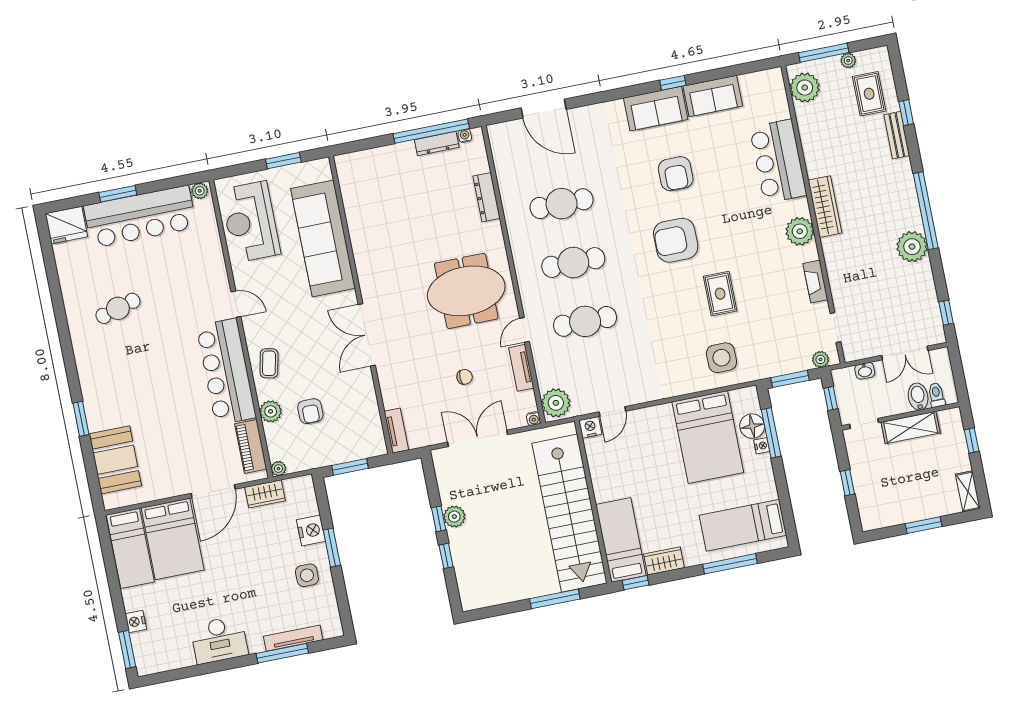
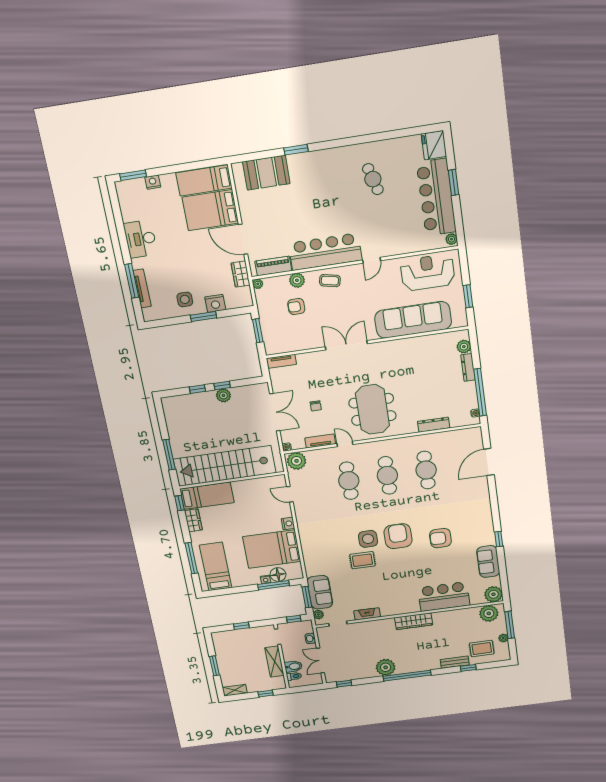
sofa: (656, 109) -> (320, 592), moved, turned 180
dresser: (437, 144) -> (468, 367), moved
plant: (361, 161) -> (464, 347), added
plant: (800, 231) -> (493, 594), moved
side table: (721, 358) -> (368, 539), moved
nightstand: (590, 427) -> (288, 524), moved

